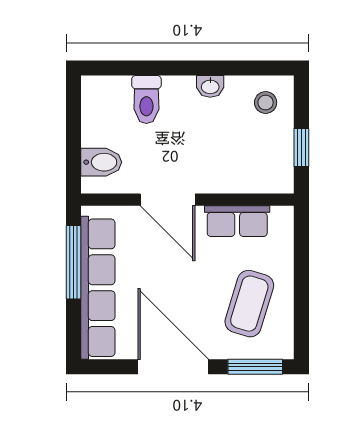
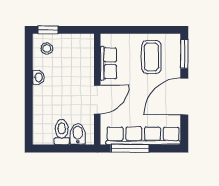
toilet: (146, 99) -> (62, 132), moved, turned -90
window: (301, 148) -> (48, 30), moved
coffee table: (249, 304) -> (151, 57), turned 73

